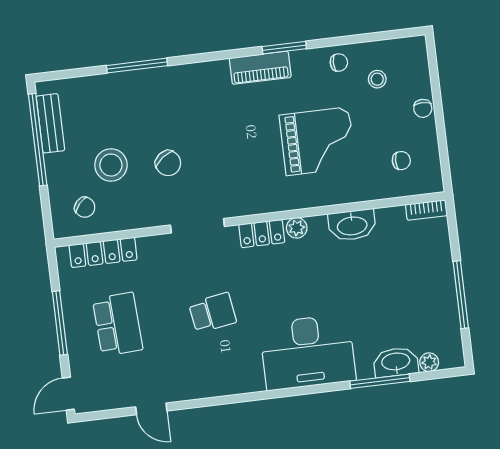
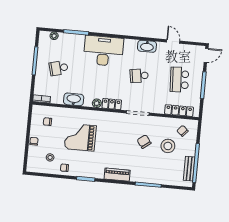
piano: (260, 68) -> (117, 175), moved
school desk: (402, 290) -> (59, 68), added
washbasin: (396, 362) -> (147, 46), moved

